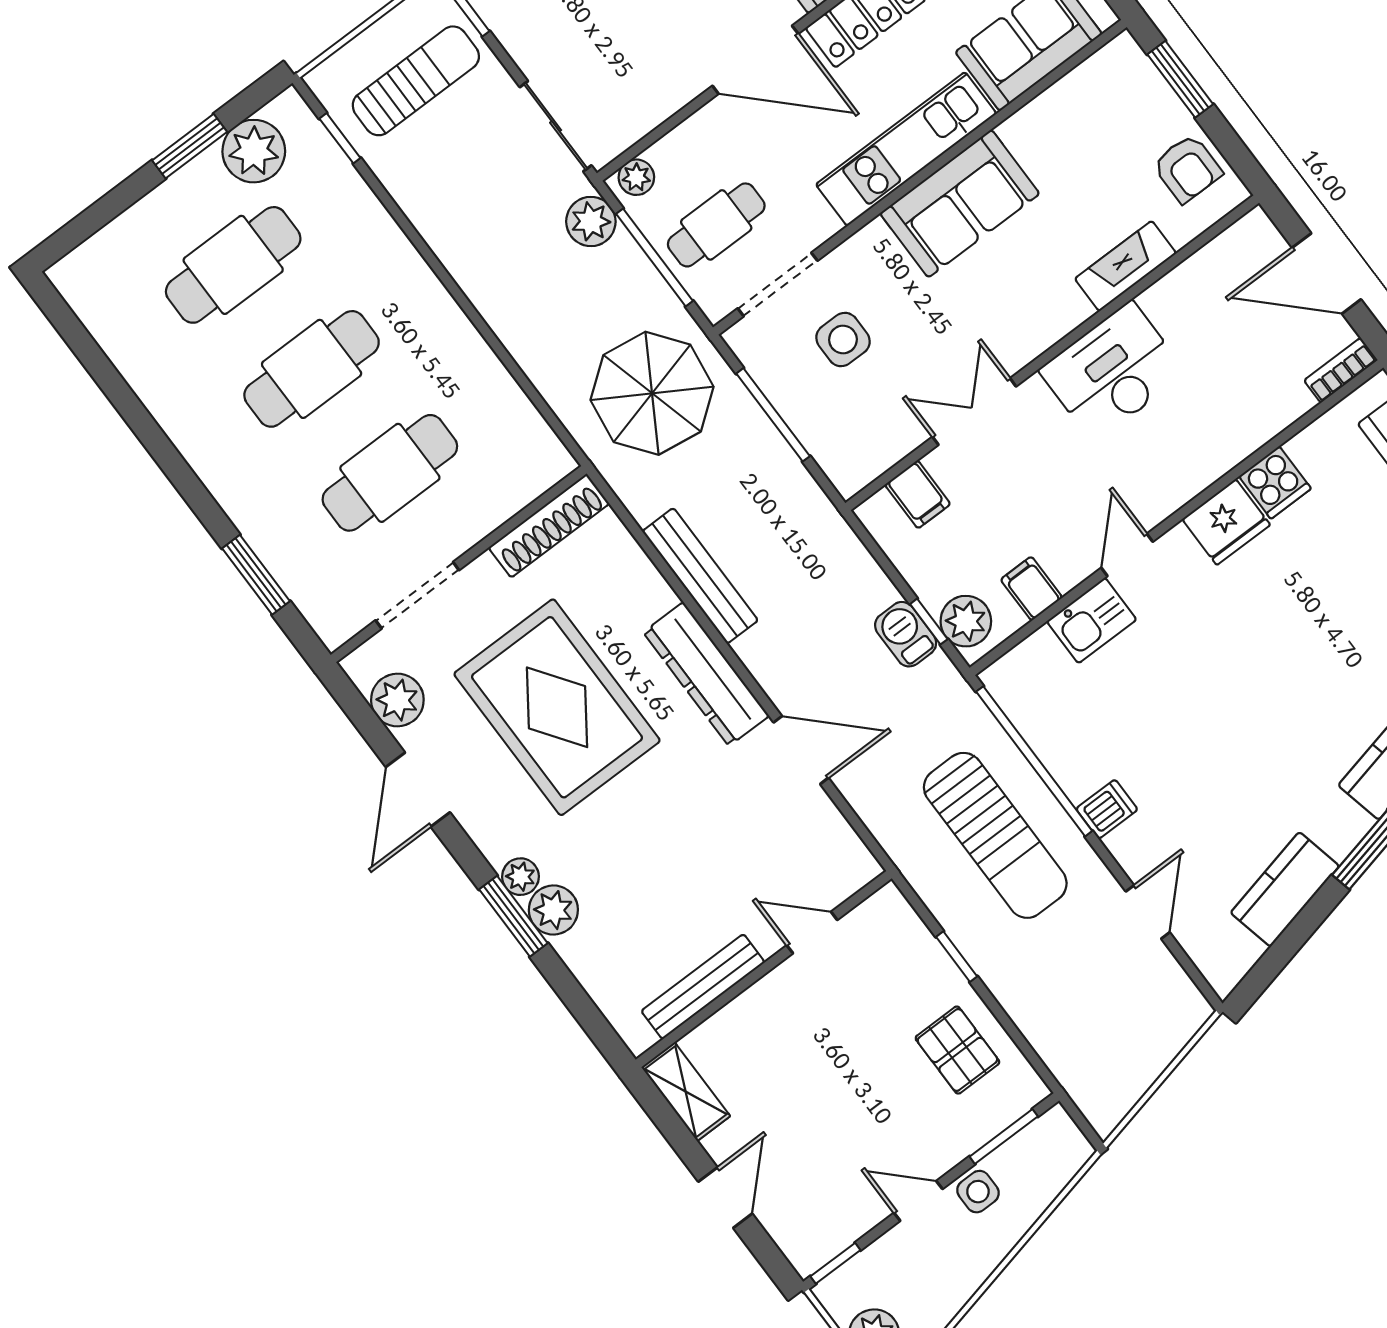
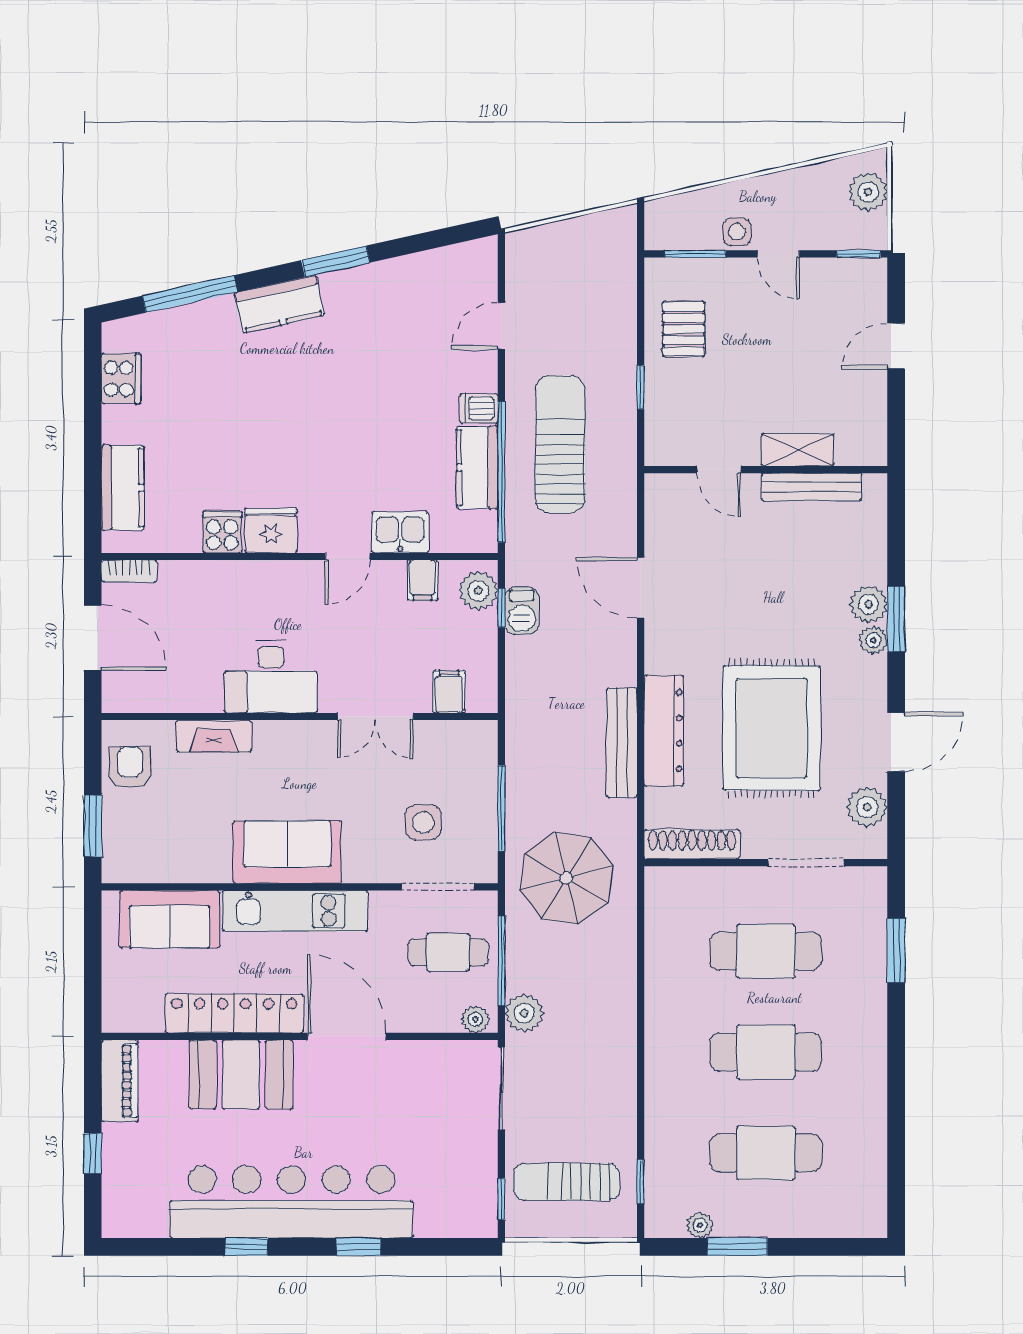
plant: (254, 151) -> (700, 1225), width x0.53, depth x0.53
dresser: (706, 674) -> (664, 731), moved
kitchen counter: (1285, 889) -> (477, 467), moved, turned 103
shelving: (686, 1092) -> (798, 450), moved, turned 90

